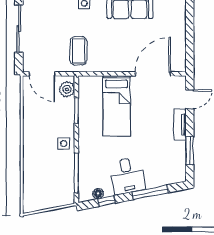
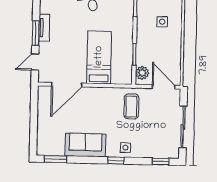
tv unit: (180, 125) -> (44, 28), moved
side table: (64, 144) -> (162, 22), moved
window: (190, 151) -> (36, 33), moved

